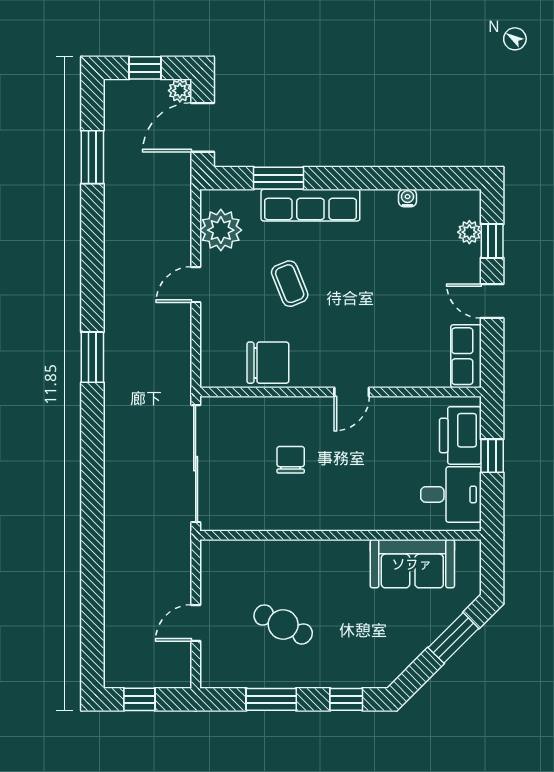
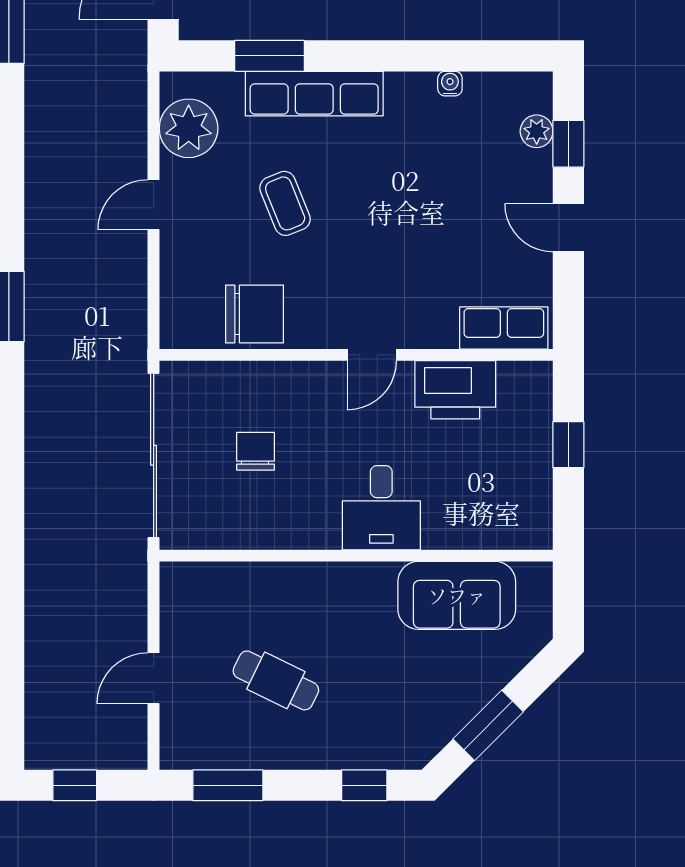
row of seats: (466, 356) -> (504, 328), moved, turned 90
printer: (460, 435) -> (455, 390), moved, turned -90
chair: (291, 460) -> (255, 451), moved
desk: (451, 494) -> (381, 508), moved, turned 90
window: (453, 638) -> (488, 725), moved
window: (271, 699) -> (228, 785), moved

